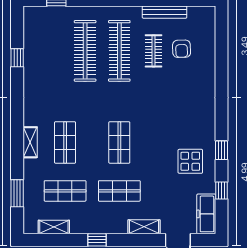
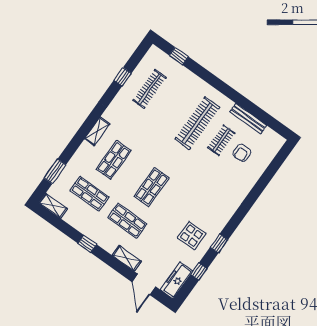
clothes rail: (85, 51) -> (150, 89), moved, width x0.73, depth x0.76
shelving: (30, 142) -> (97, 131), moved
shelving: (54, 227) -> (53, 206), moved

